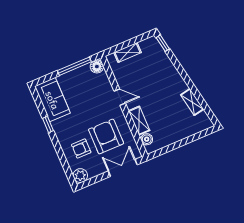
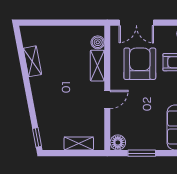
window: (74, 66) -> (142, 153), width x0.69
door: (120, 97) -> (107, 99), swing flipped
armchair: (106, 136) -> (140, 64), turned 180

